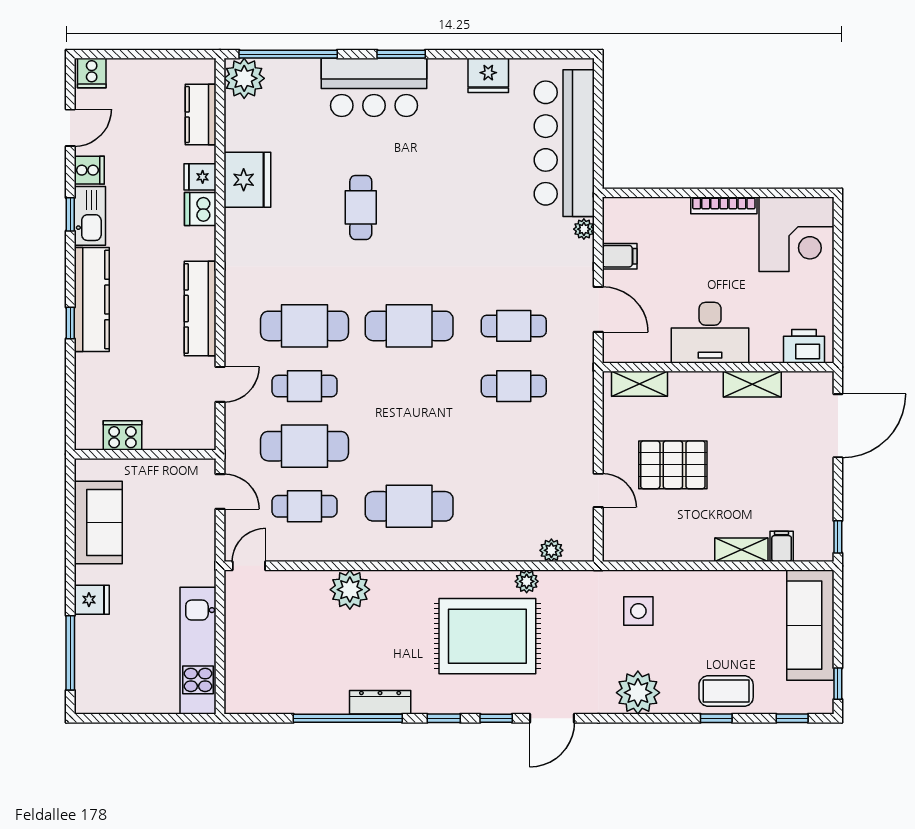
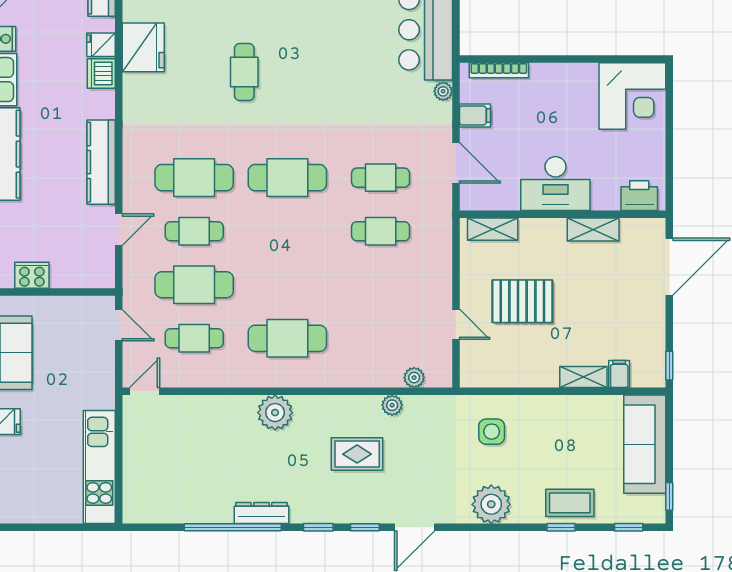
bookcase: (724, 205) -> (499, 70), moved
plant: (350, 590) -> (275, 413), moved
rug: (487, 636) -> (357, 454), width x0.54, depth x0.49

